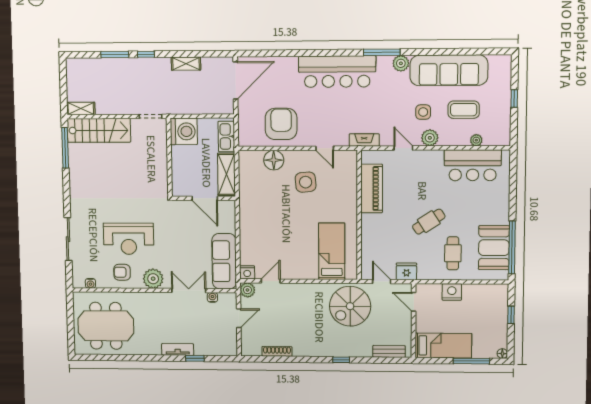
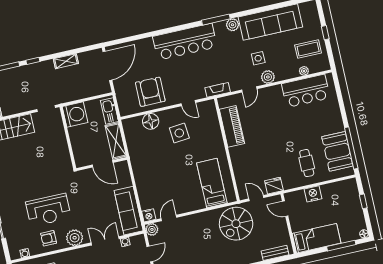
coffee table: (464, 110) -> (308, 49), moved
door: (403, 148) -> (249, 89), swing flipped
cafe table: (429, 222) -> (282, 142), removed

